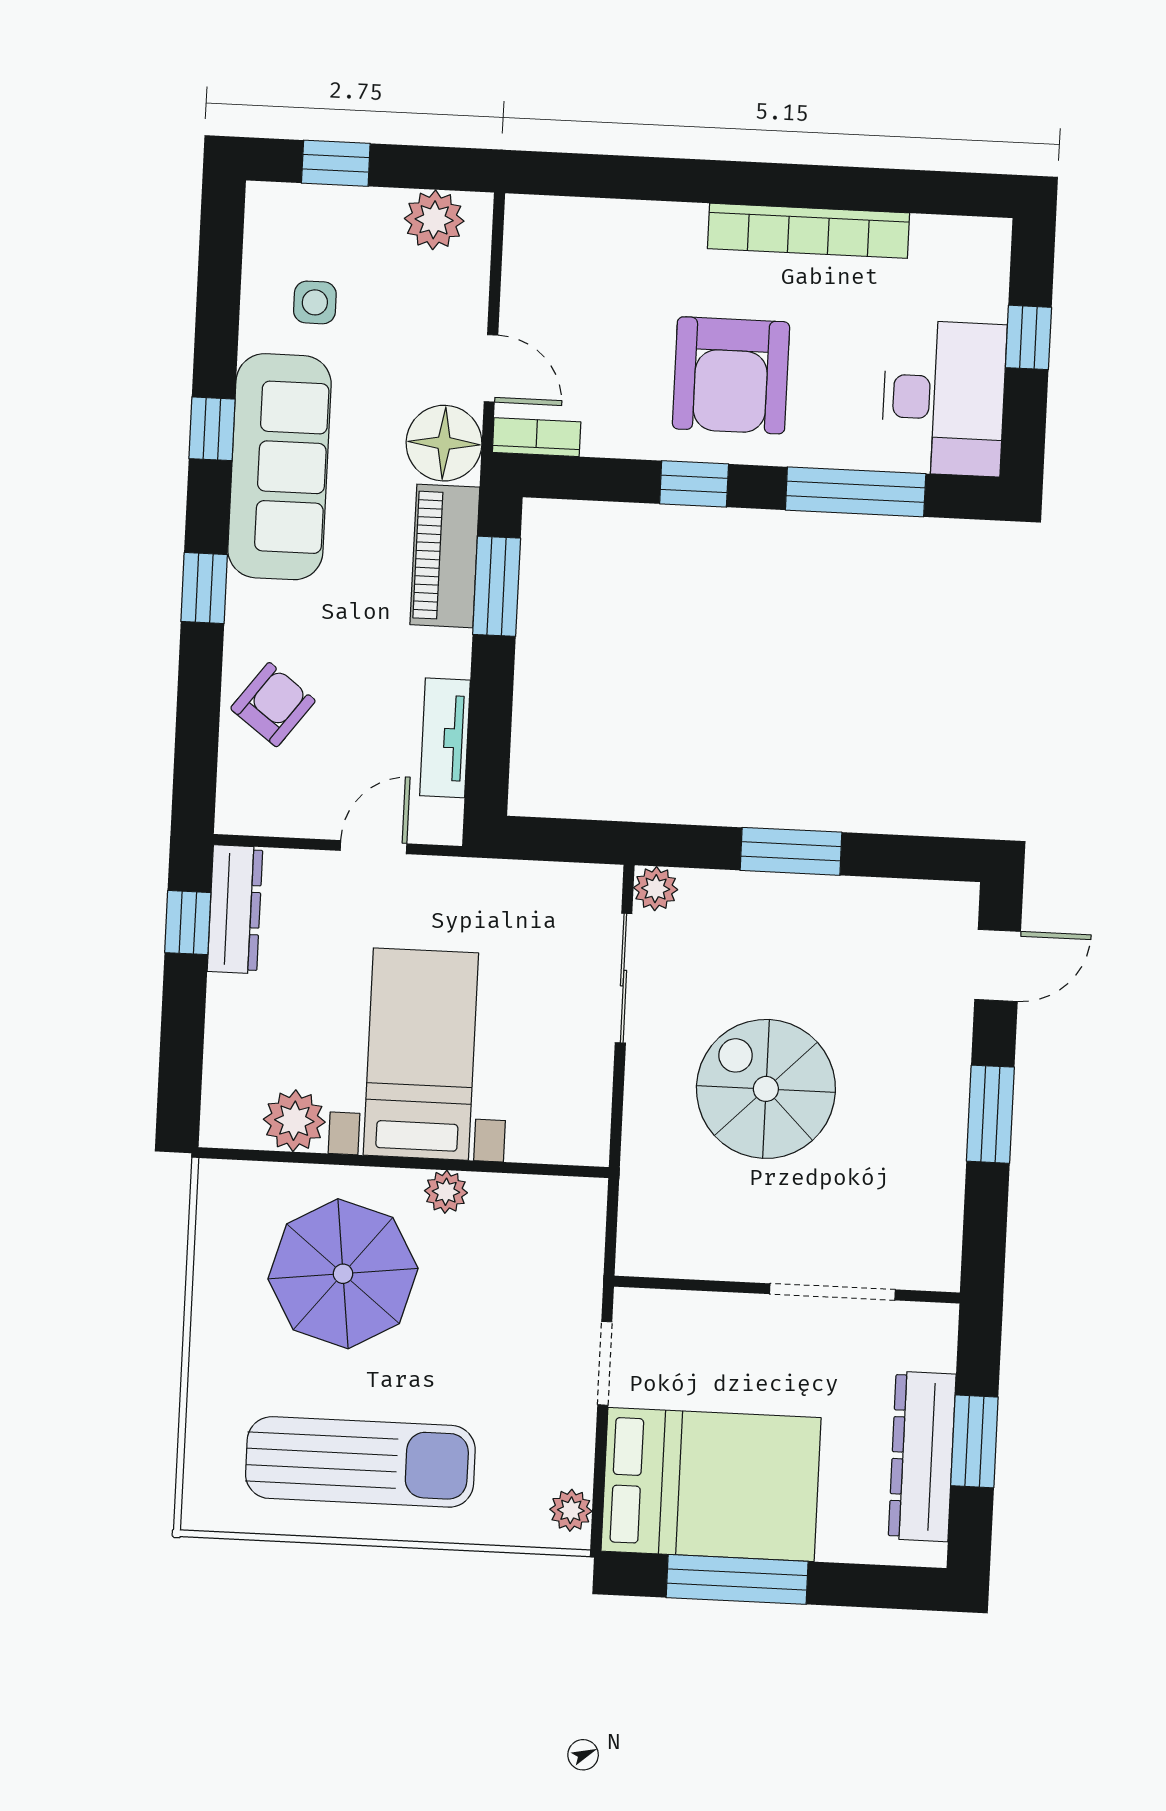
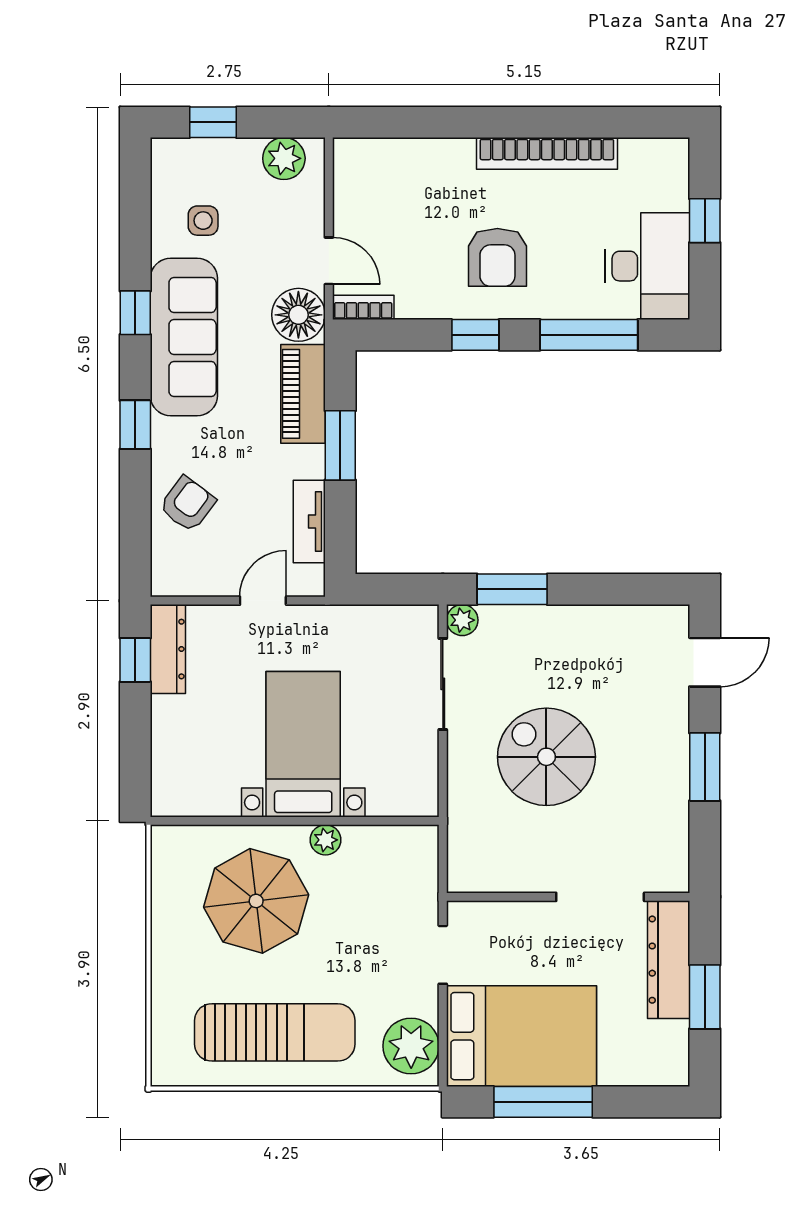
armchair: (731, 375) -> (497, 257), width x0.73, depth x0.73
window: (497, 586) -> (340, 445), moved
window: (791, 851) -> (512, 589), moved
plant: (294, 1121) -> (217, 795), removed
dresser: (922, 1456) -> (669, 960), moved
plant: (571, 1510) -> (411, 1046), width x1.88, depth x1.88

